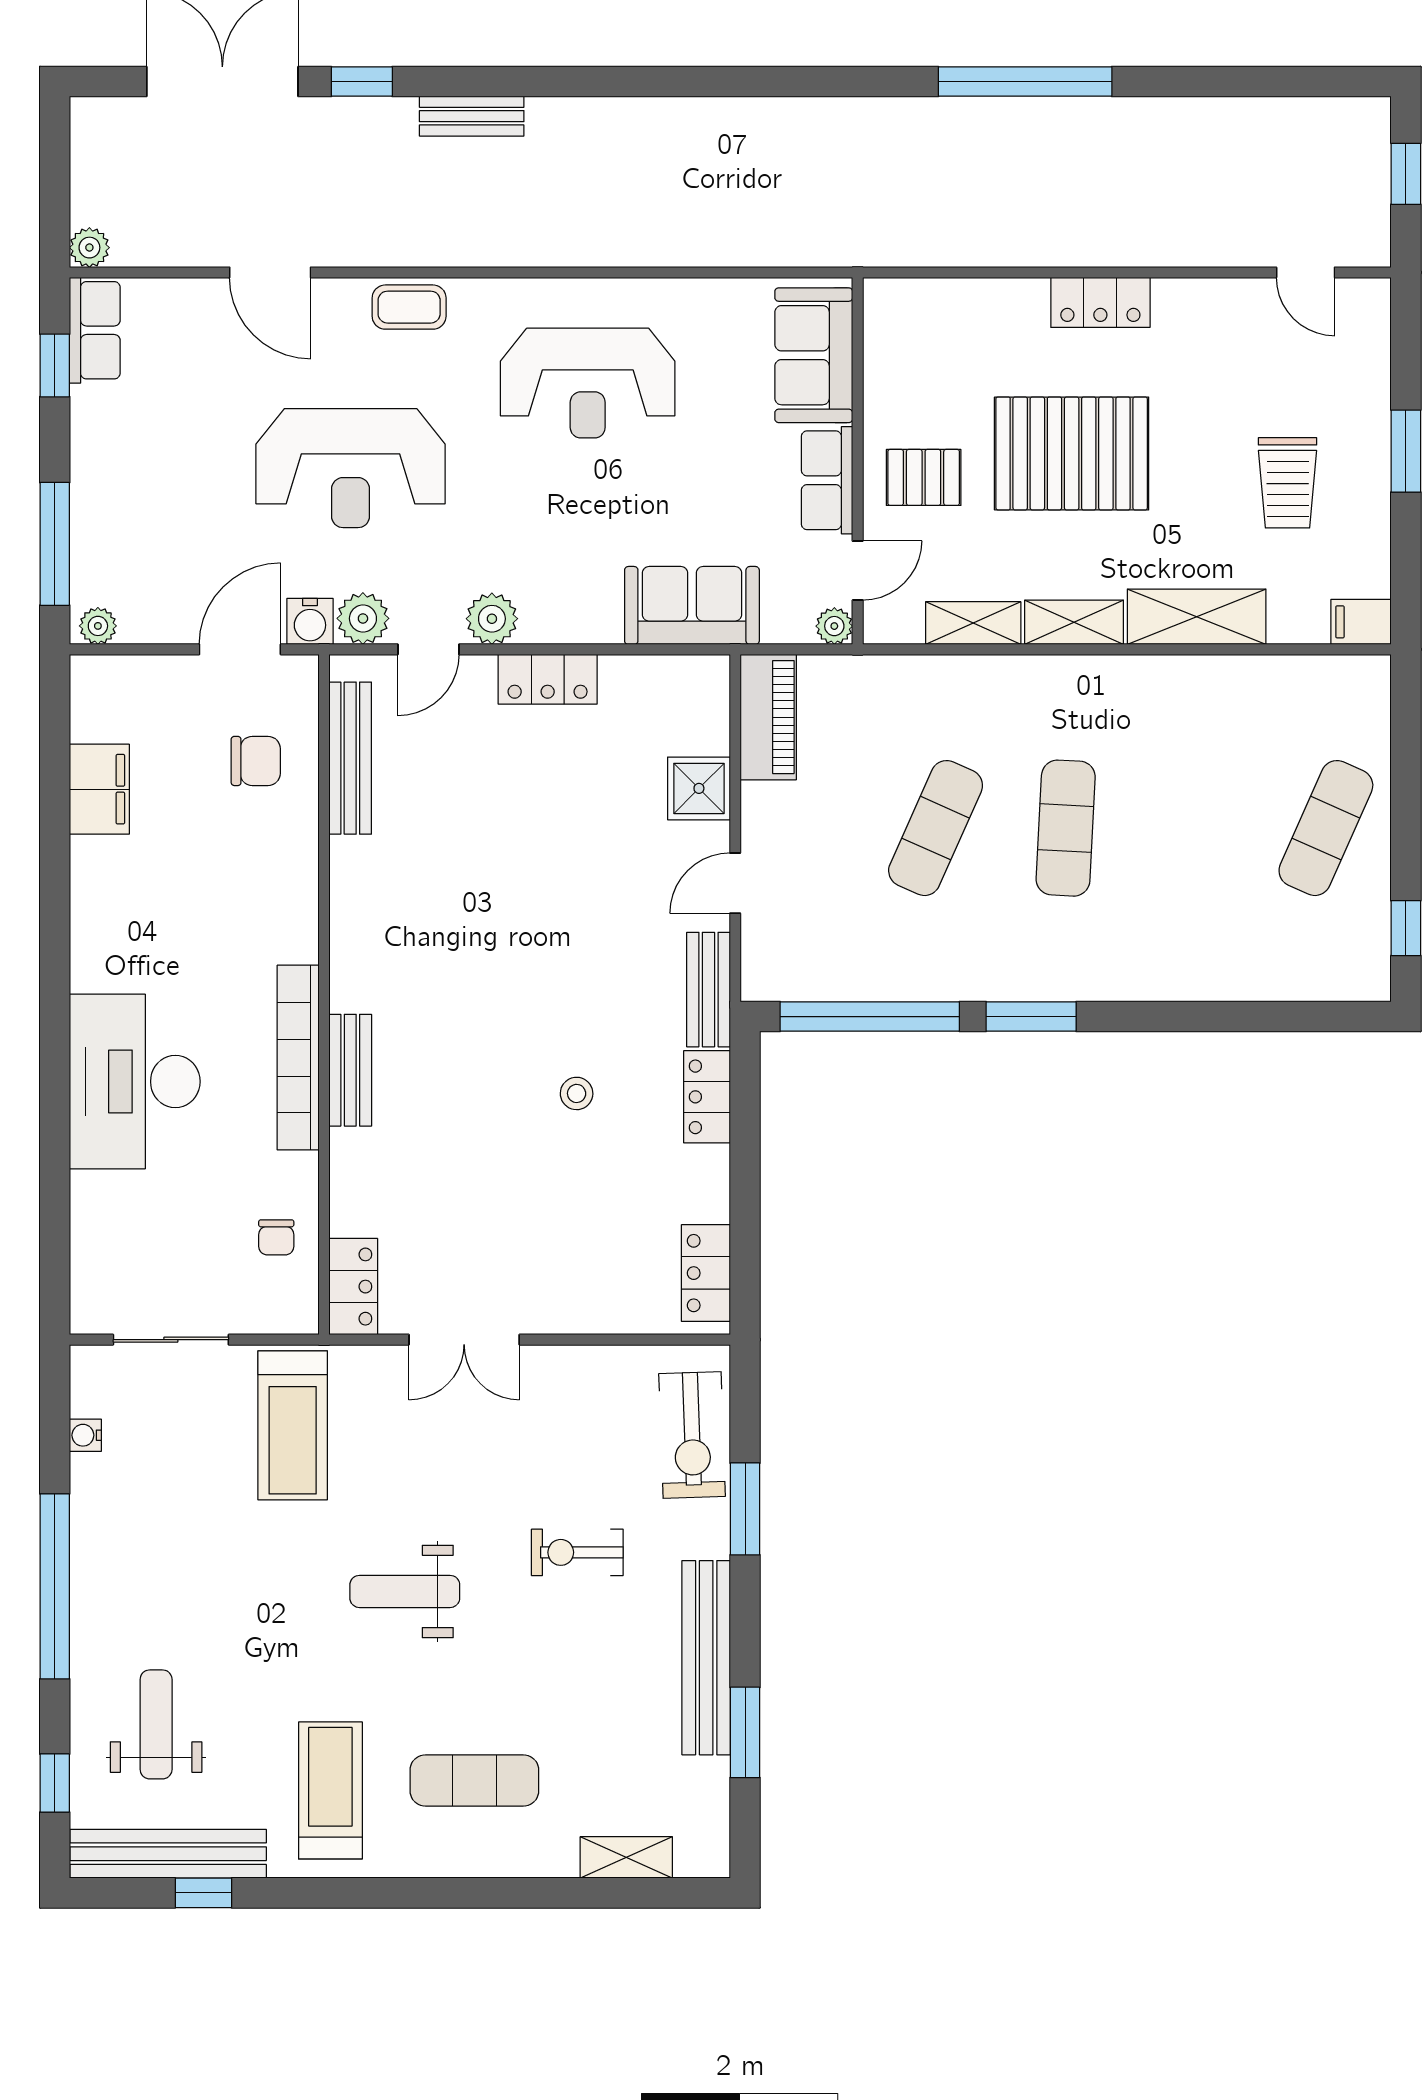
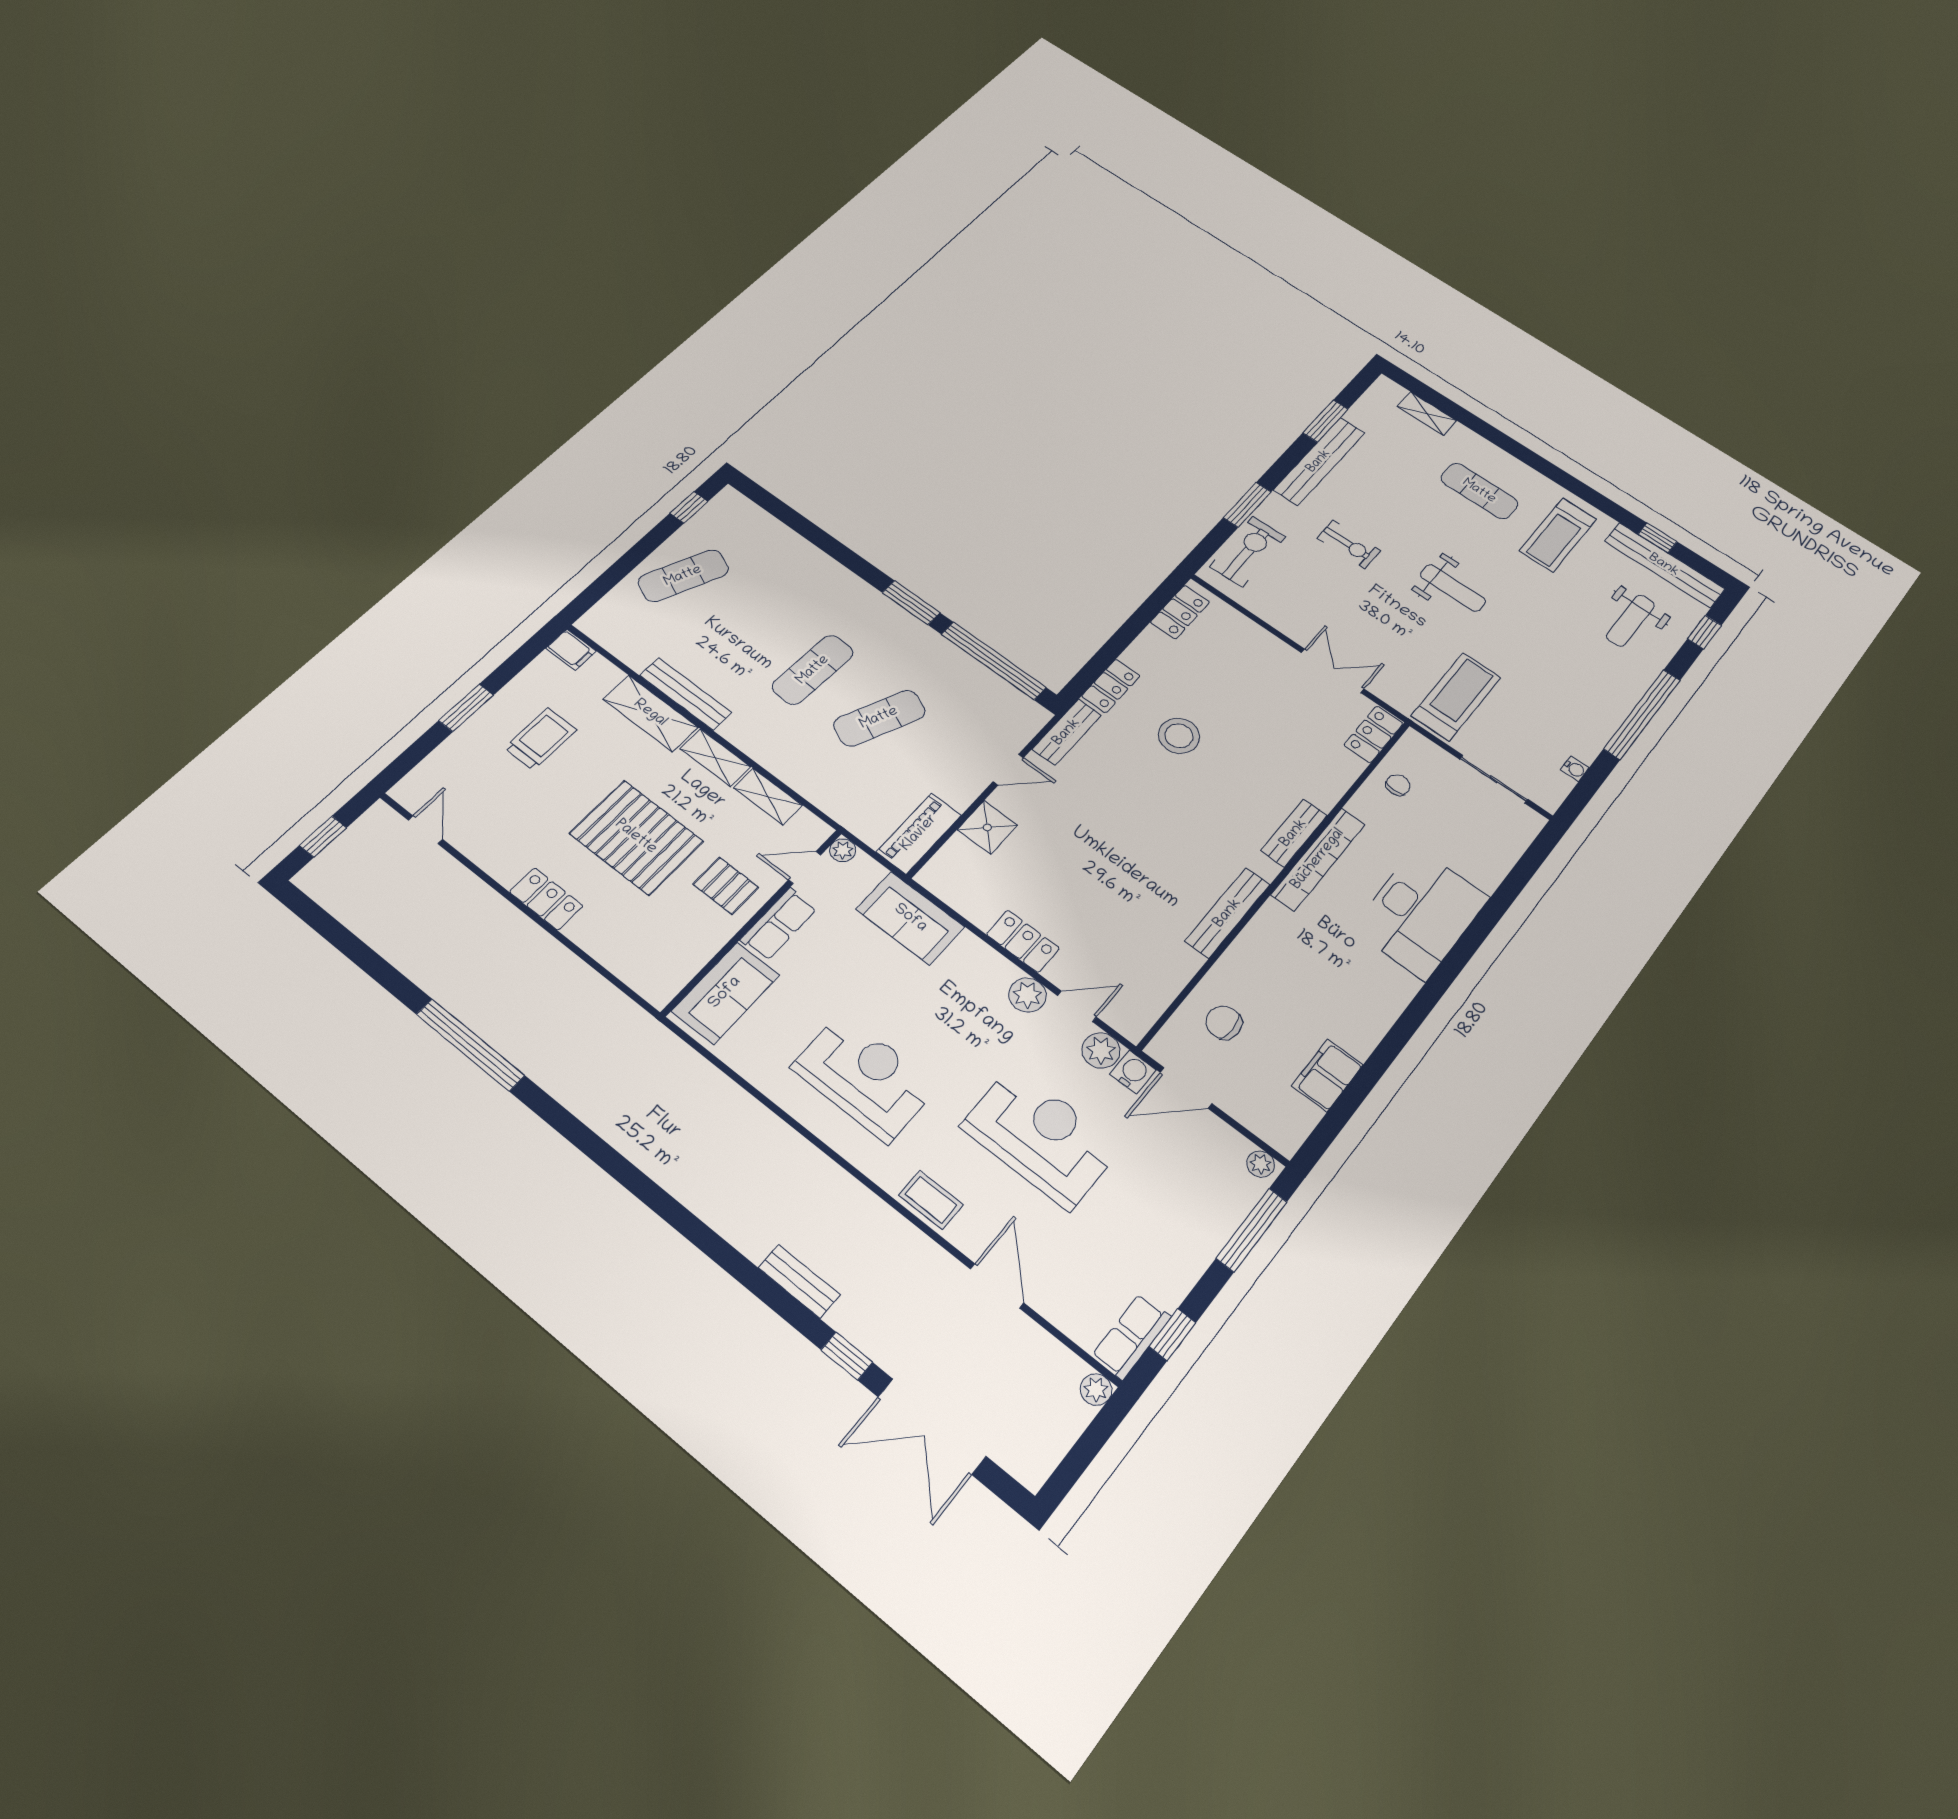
bench: (1180, 675) -> (686, 694), added
bench: (350, 758) -> (1228, 913), moved
stool: (577, 1093) -> (1179, 736), width x1.89, depth x1.89

